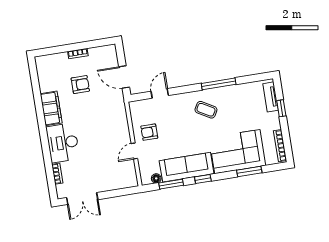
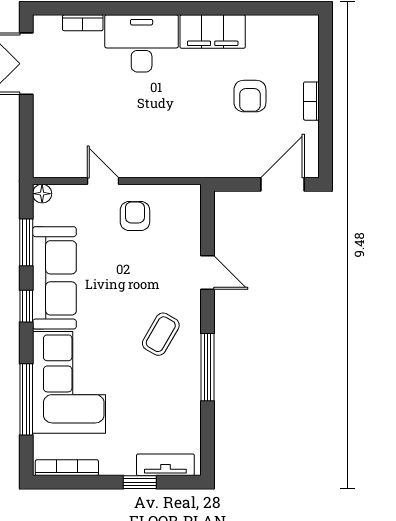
door: (124, 77) -> (282, 184), moved
door: (160, 93) -> (207, 272), moved
window: (249, 171) -> (26, 399), width x1.44
floor lamp: (156, 178) -> (42, 194), moved

